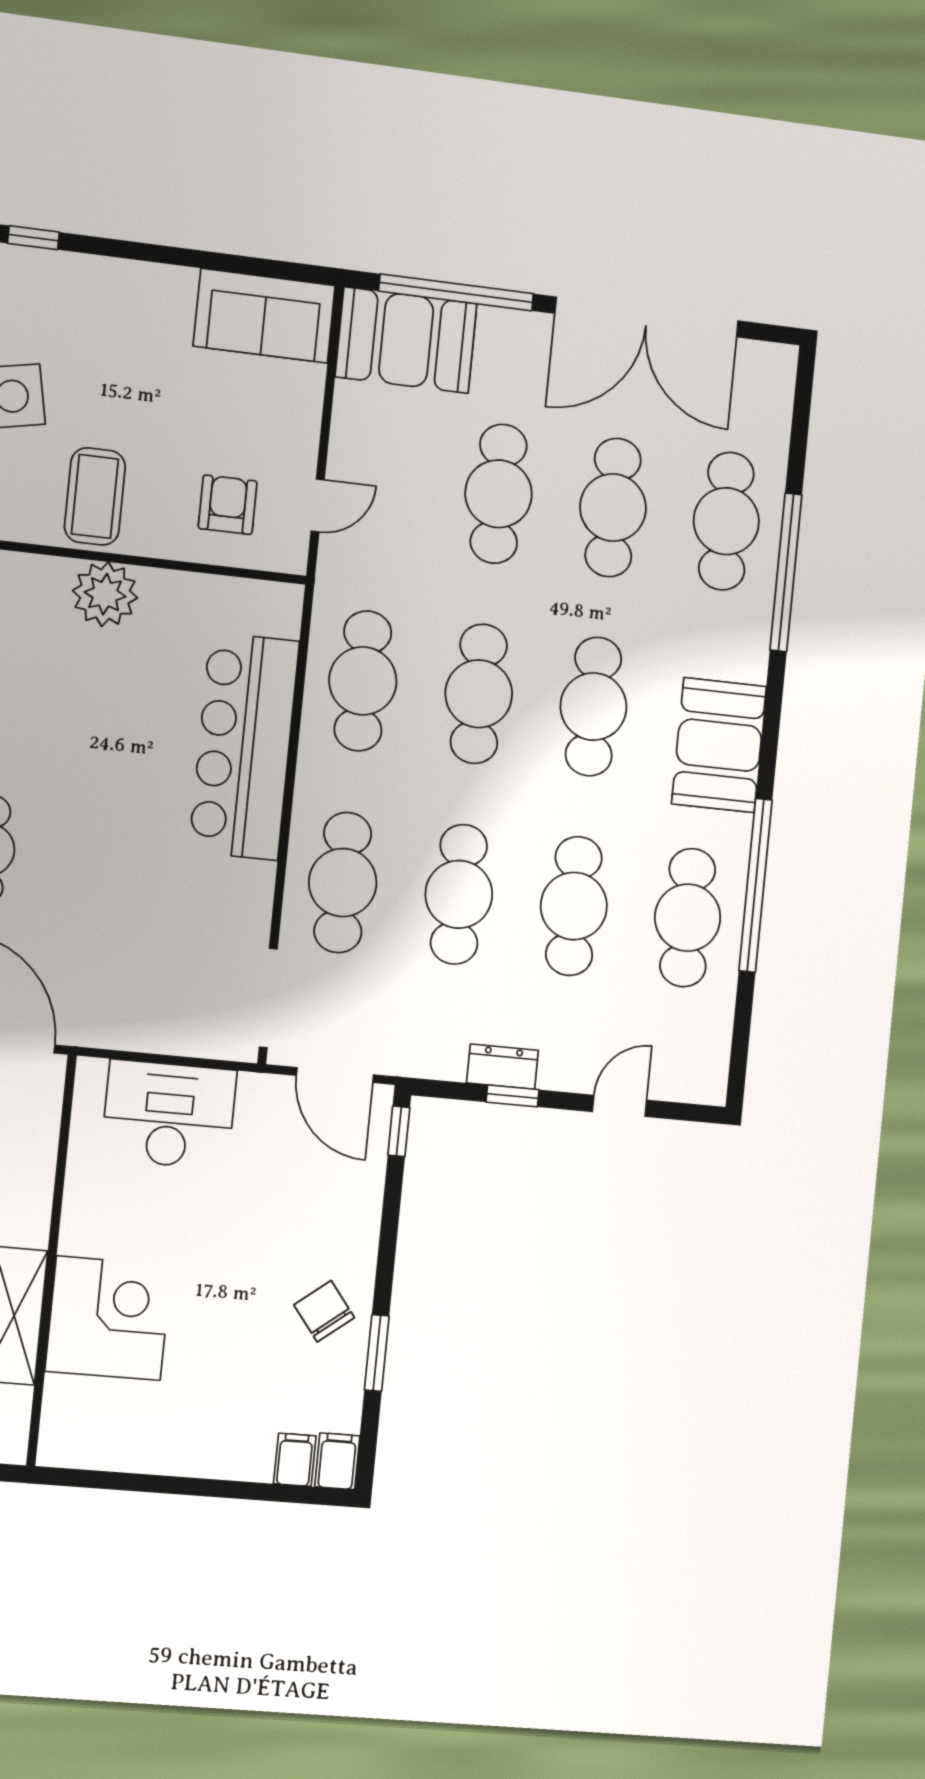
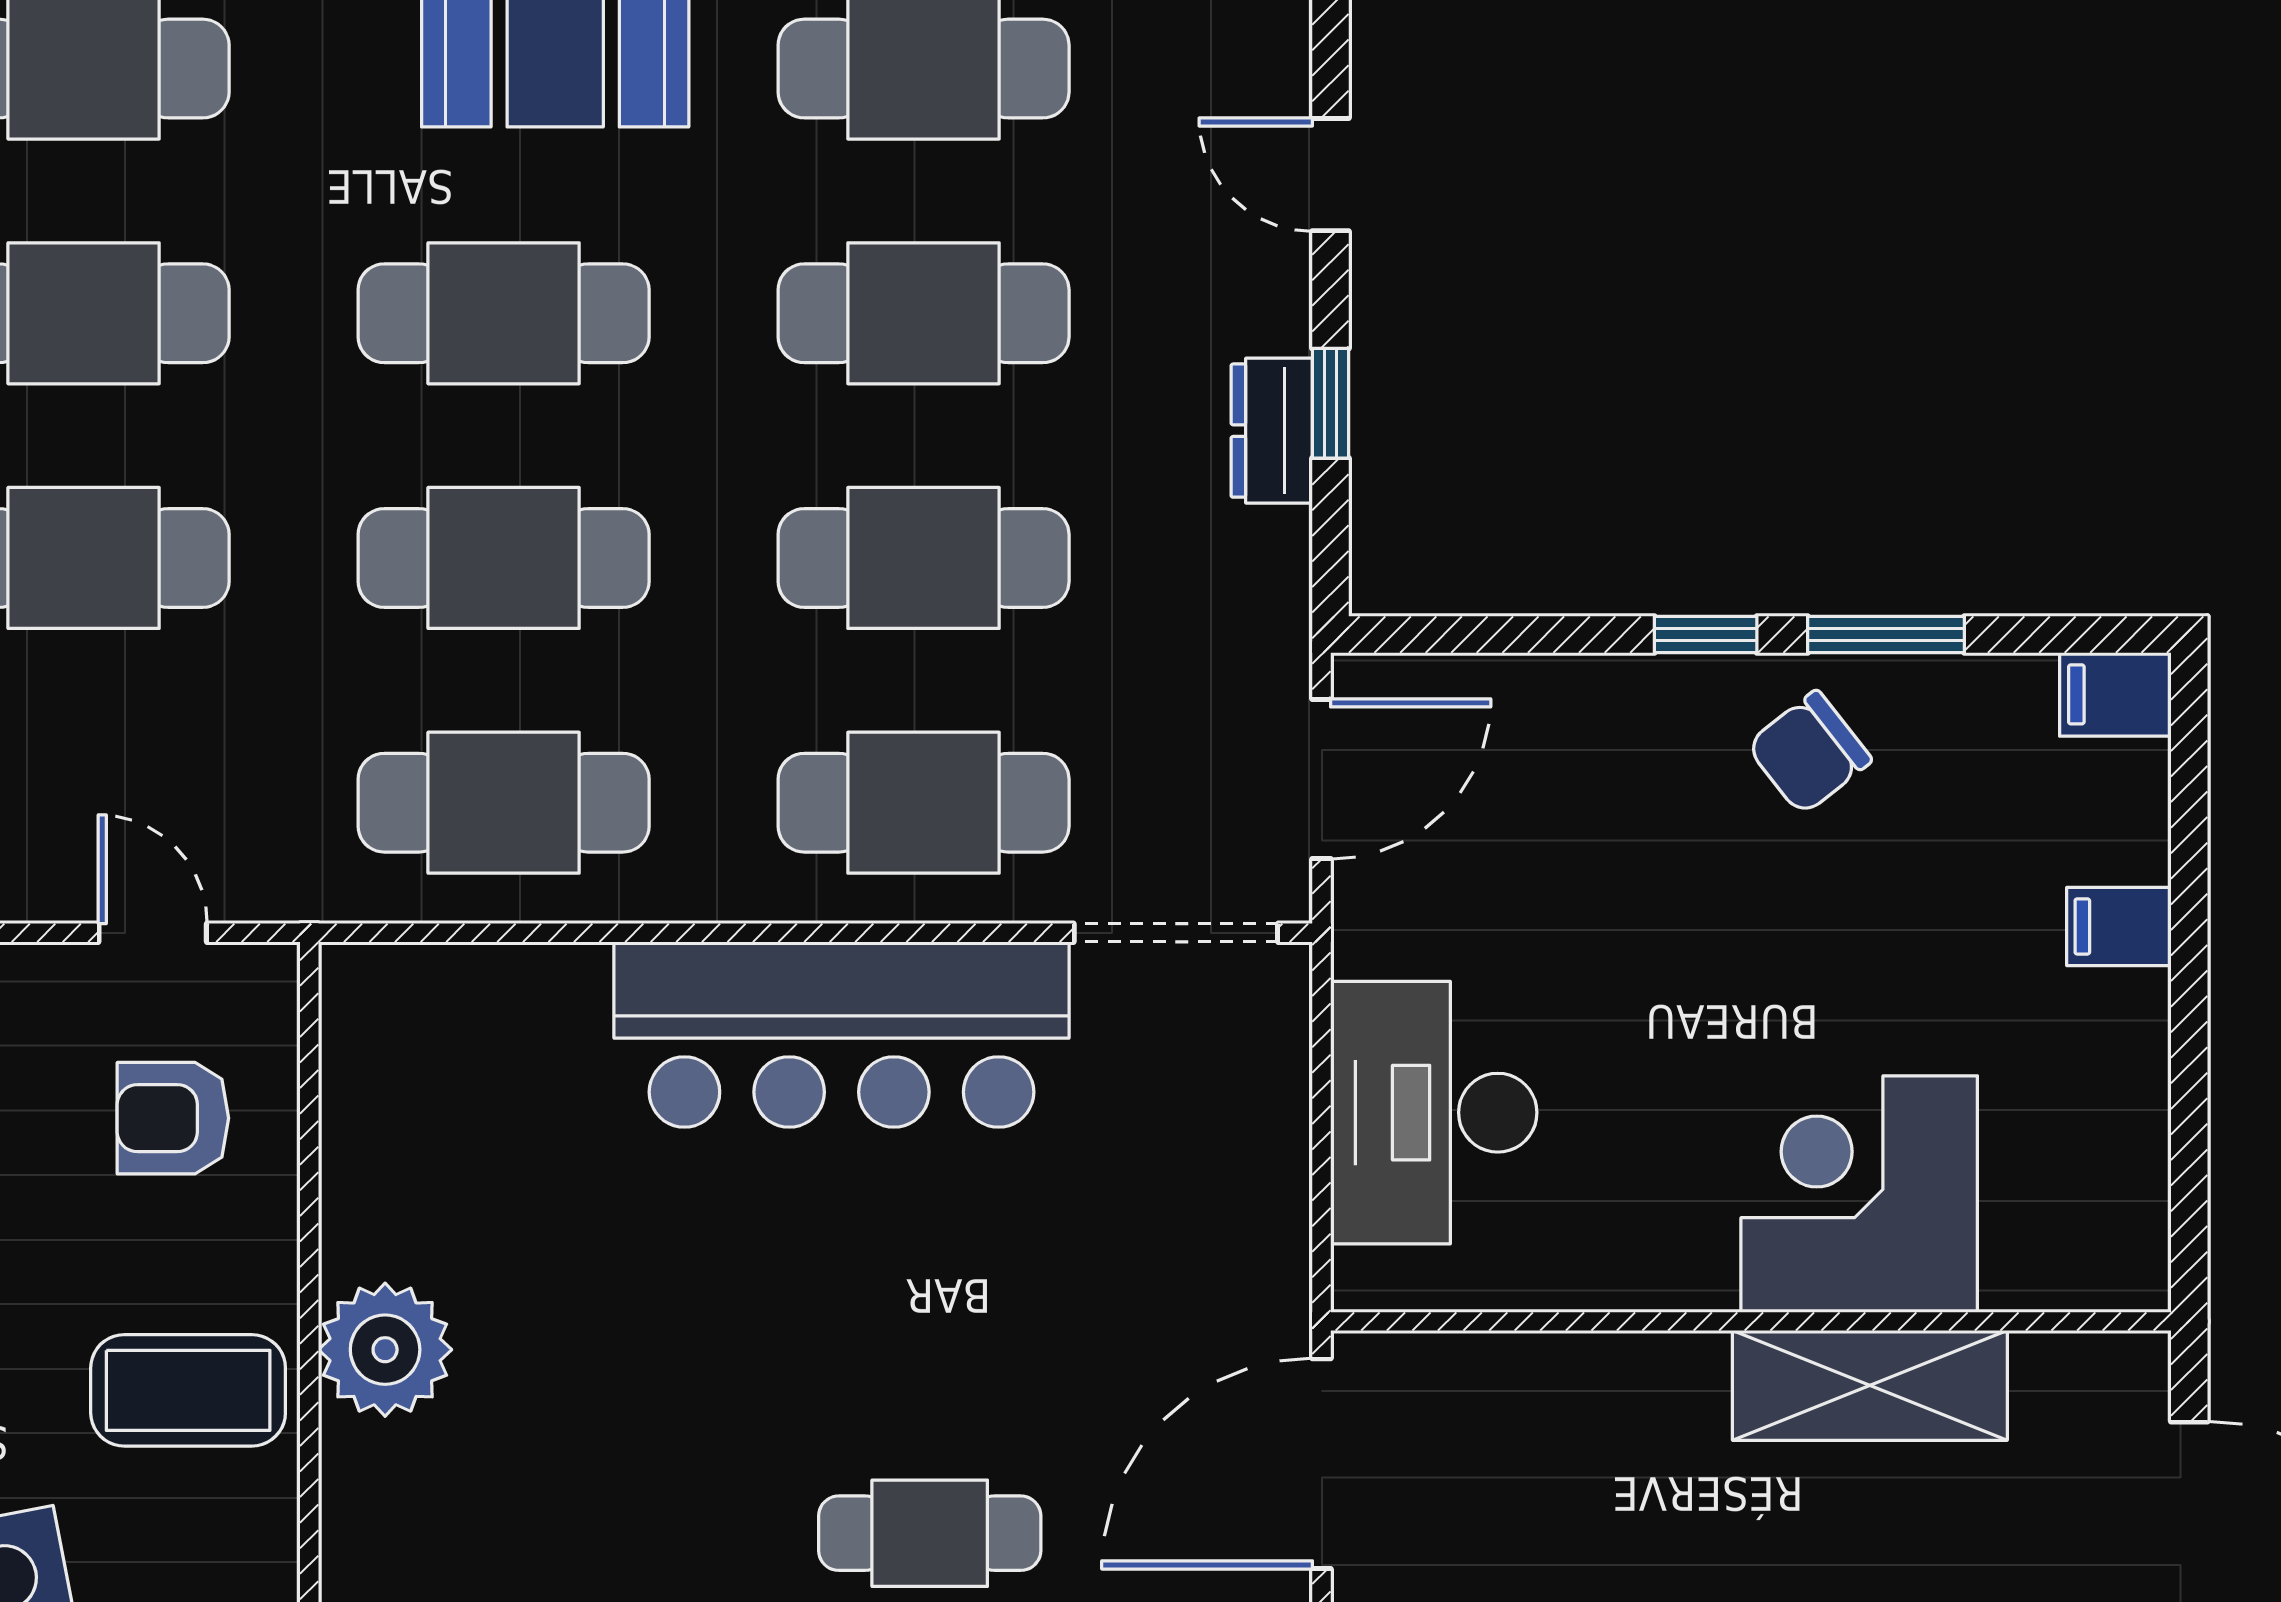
bar counter: (244, 746) -> (842, 1035), moved
window: (399, 1131) -> (1706, 634), moved
filing cabinet: (295, 1460) -> (2119, 926), moved

